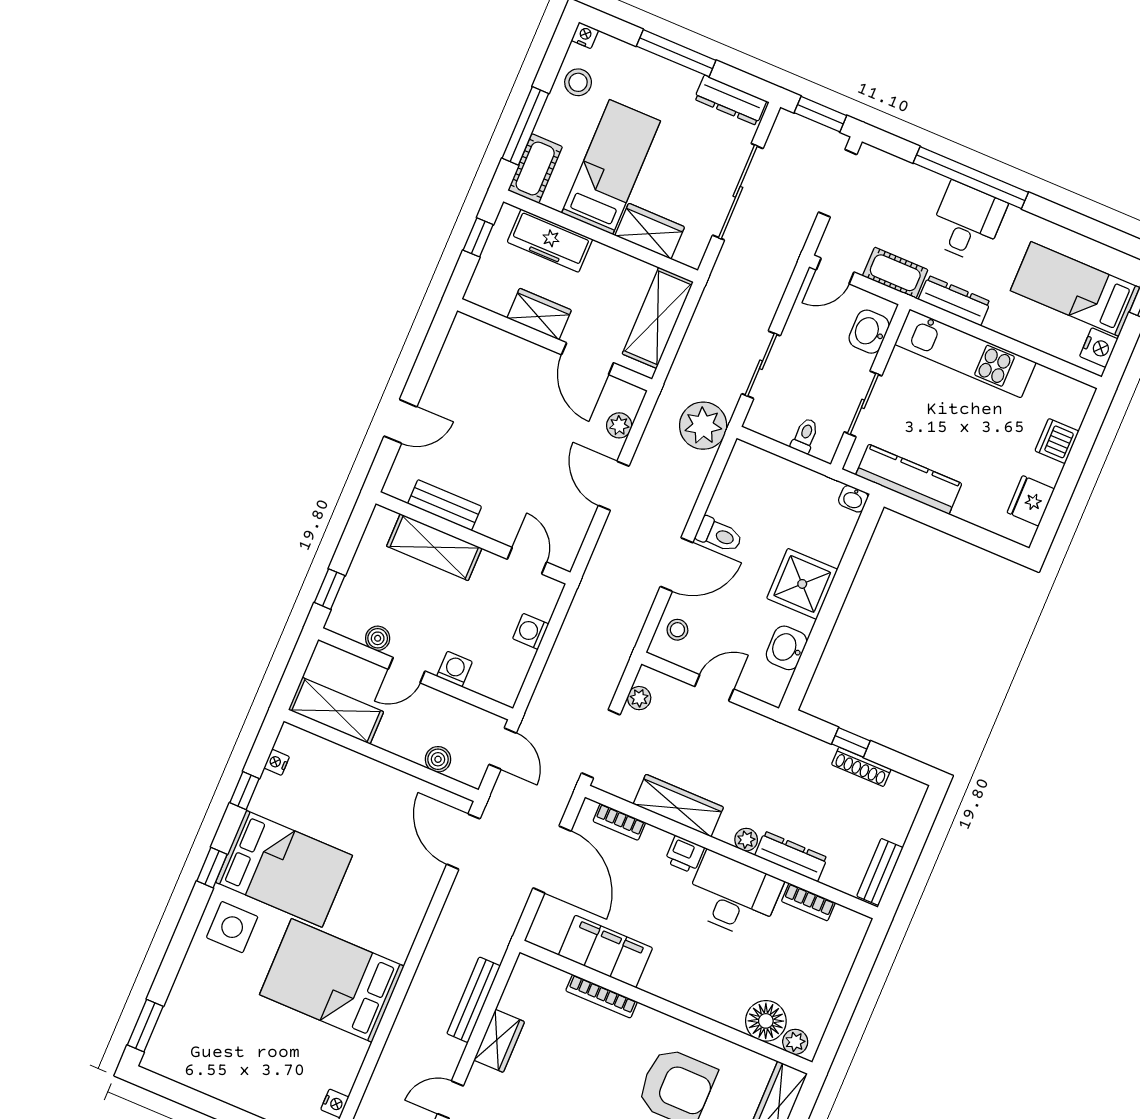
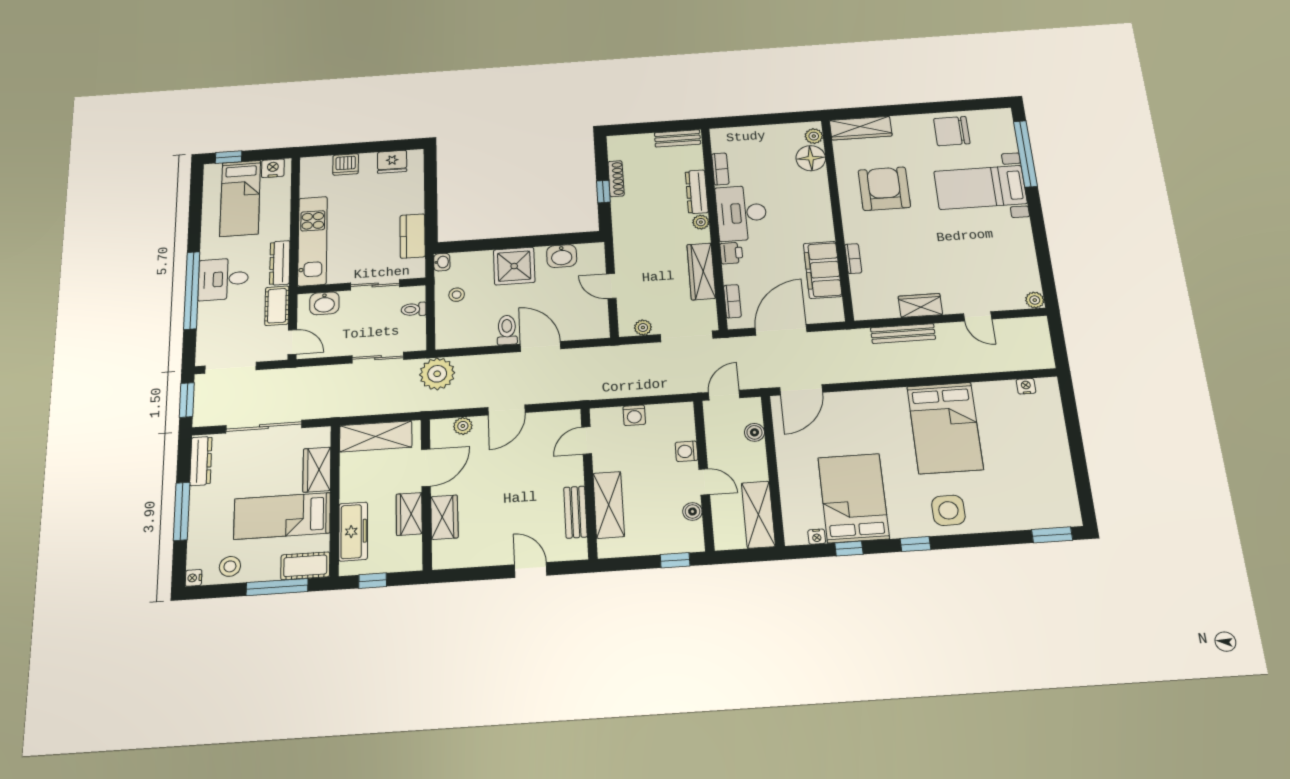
wardrobe: (515, 353) -> (444, 517), added
kitchen counter: (909, 479) -> (413, 236), width x0.67
stool: (677, 630) -> (457, 295), moved
bed: (284, 869) -> (854, 498), moved
bookcase: (602, 996) -> (853, 259), width x0.64

